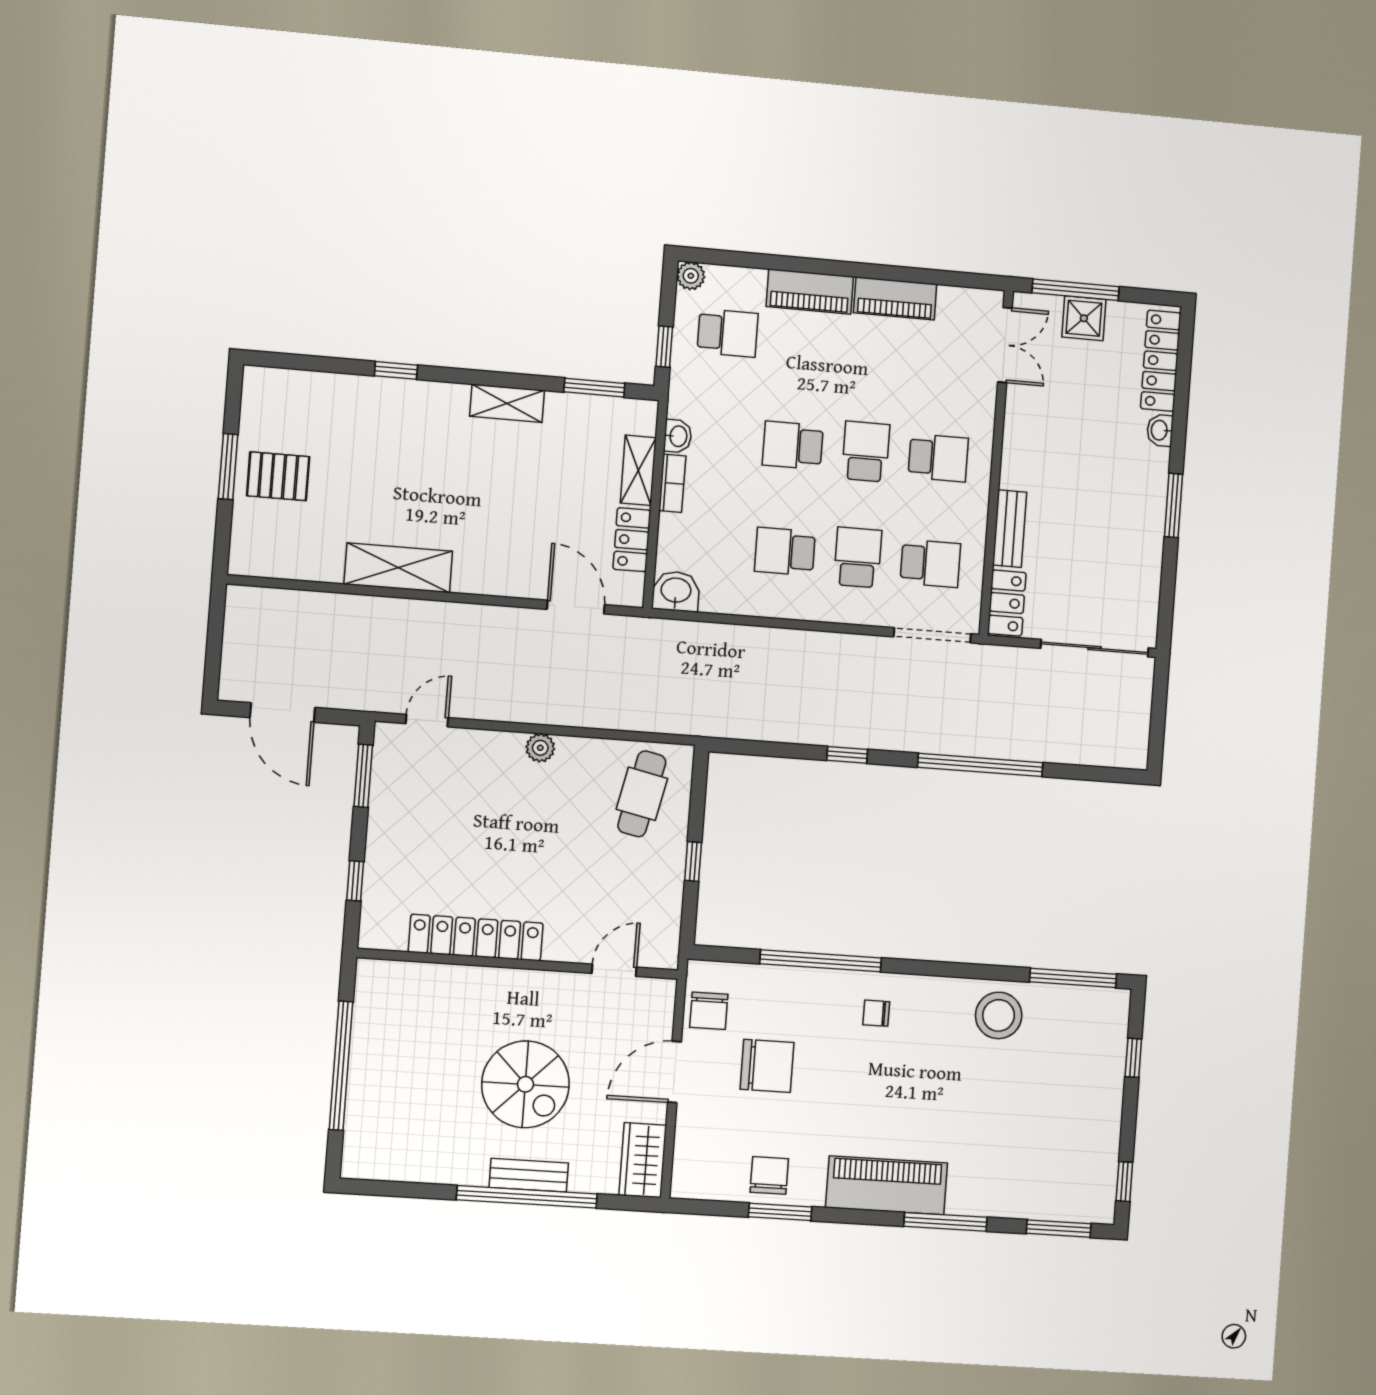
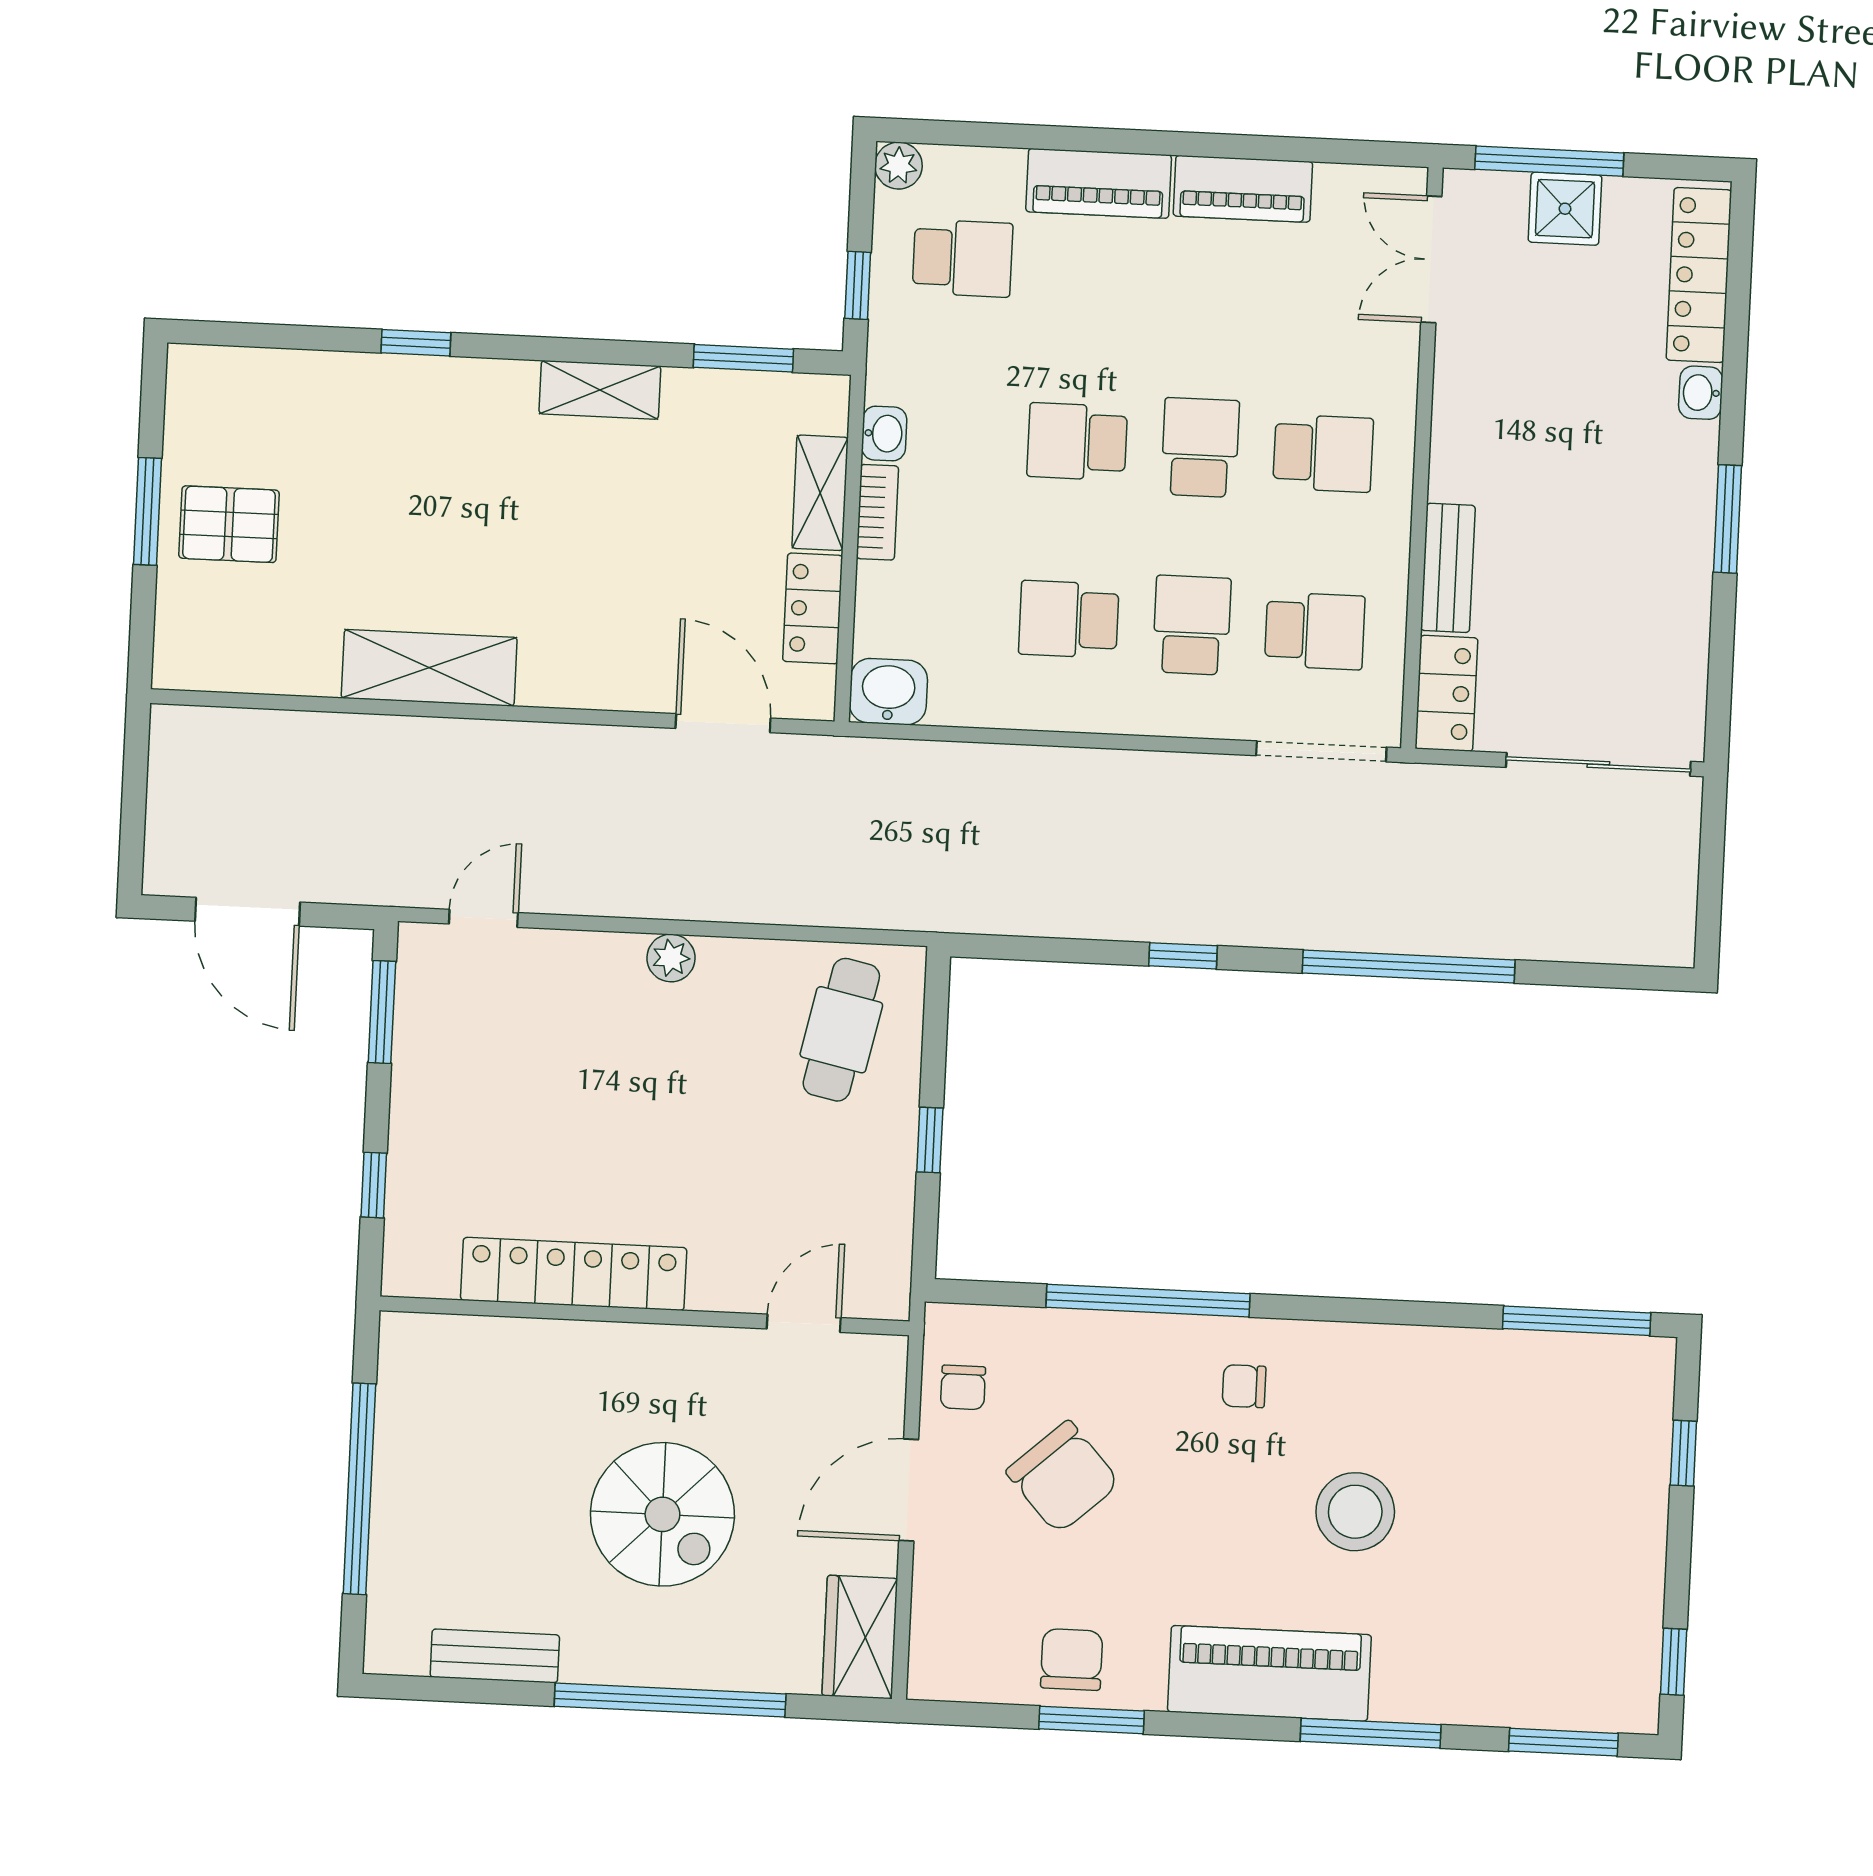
double door: (1005, 345) -> (1431, 259), swing flipped
chair: (709, 1011) -> (963, 1387), width x0.73, depth x0.73
stool: (999, 1015) -> (1355, 1512), moved
chair: (767, 1066) -> (1063, 1477), turned 48
bench: (529, 1175) -> (495, 1656), moved

